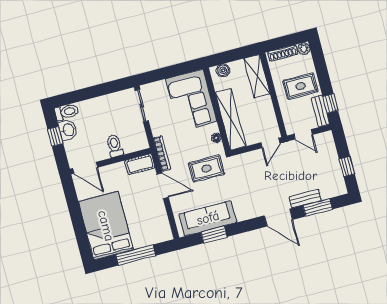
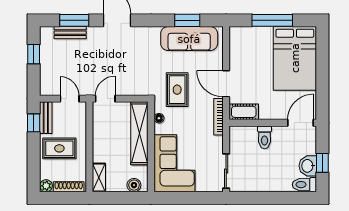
shelving: (257, 76) -> (99, 177), width x0.67, depth x0.75
door: (85, 168) -> (301, 123), hinge flipped
rug: (206, 169) -> (177, 90), turned 90
bench: (305, 199) -> (70, 33), moved

